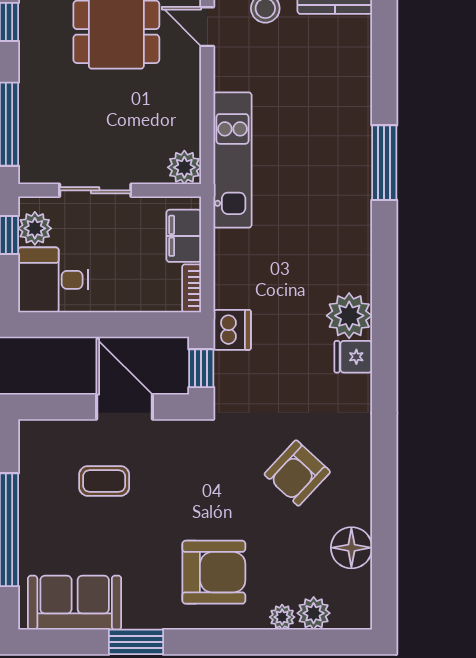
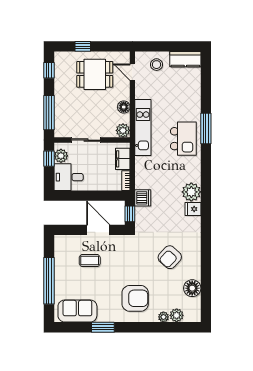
floor lamp: (186, 111) -> (124, 107), added
kitchen island: (330, 187) -> (183, 139), added

